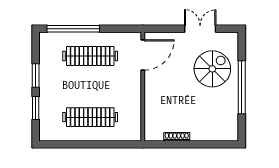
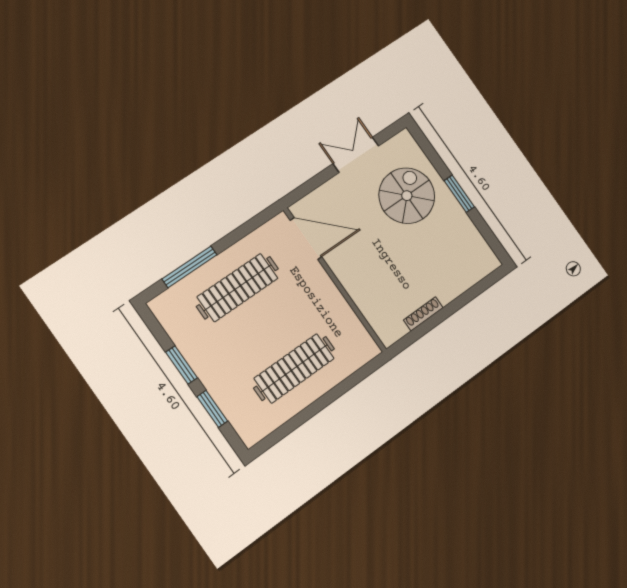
window: (73, 29) -> (189, 267), width x0.68
door: (143, 55) -> (306, 239), hinge flipped
window: (242, 87) -> (459, 194), width x0.47

